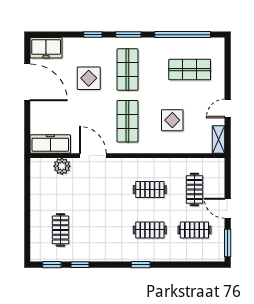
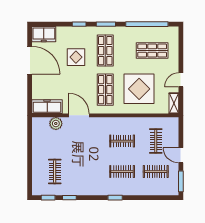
display table: (172, 120) -> (139, 89), width x1.86, depth x1.86

